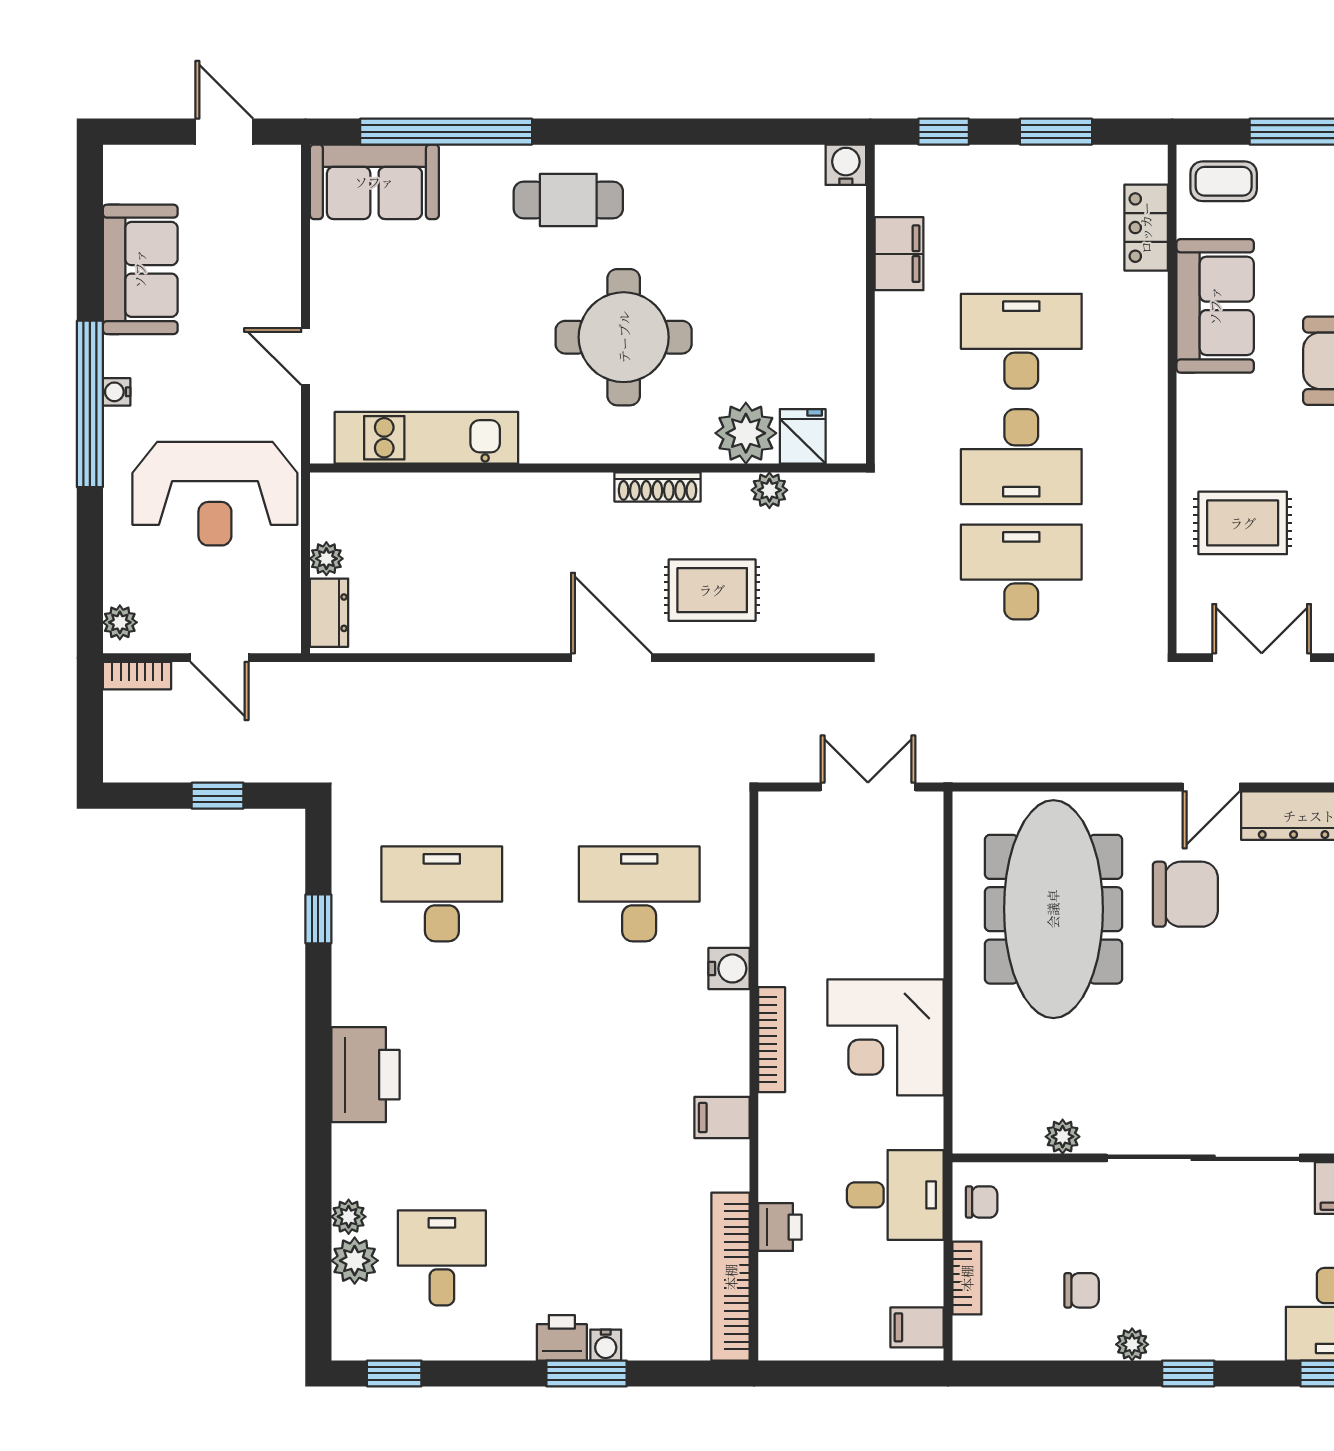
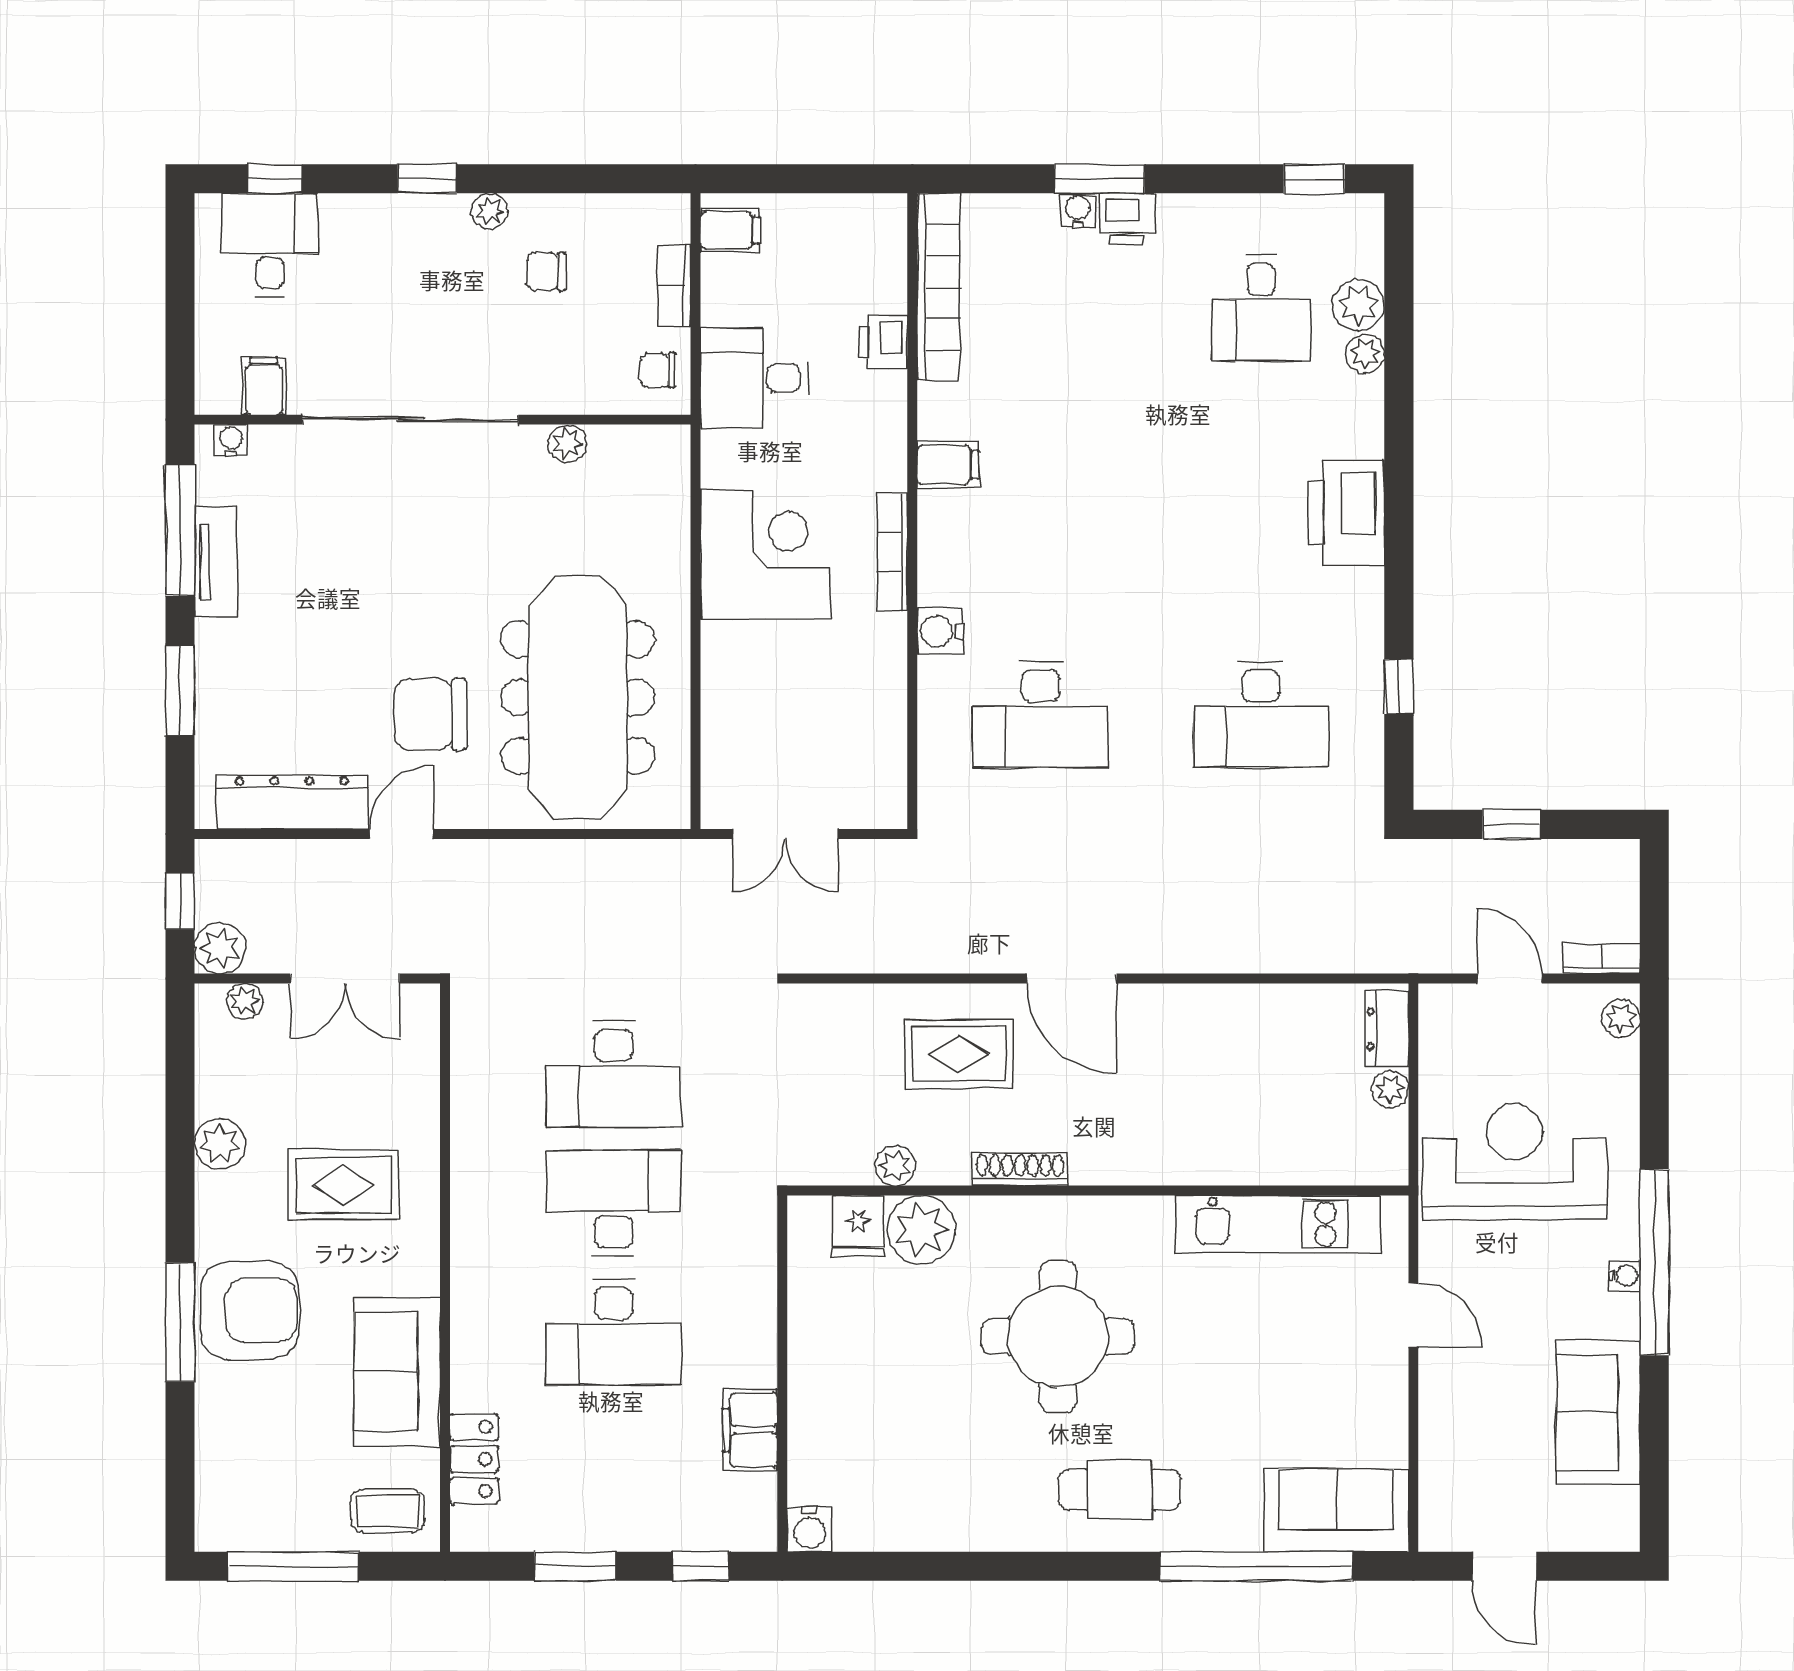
rug: (1243, 523) -> (344, 1185), moved

